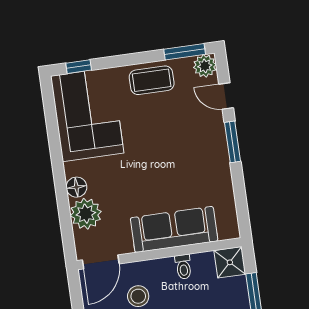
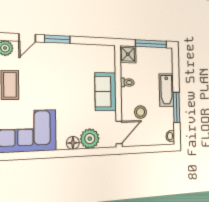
sofa: (174, 229) -> (106, 92), width x0.73
door: (101, 262) -> (119, 132), hinge flipped

